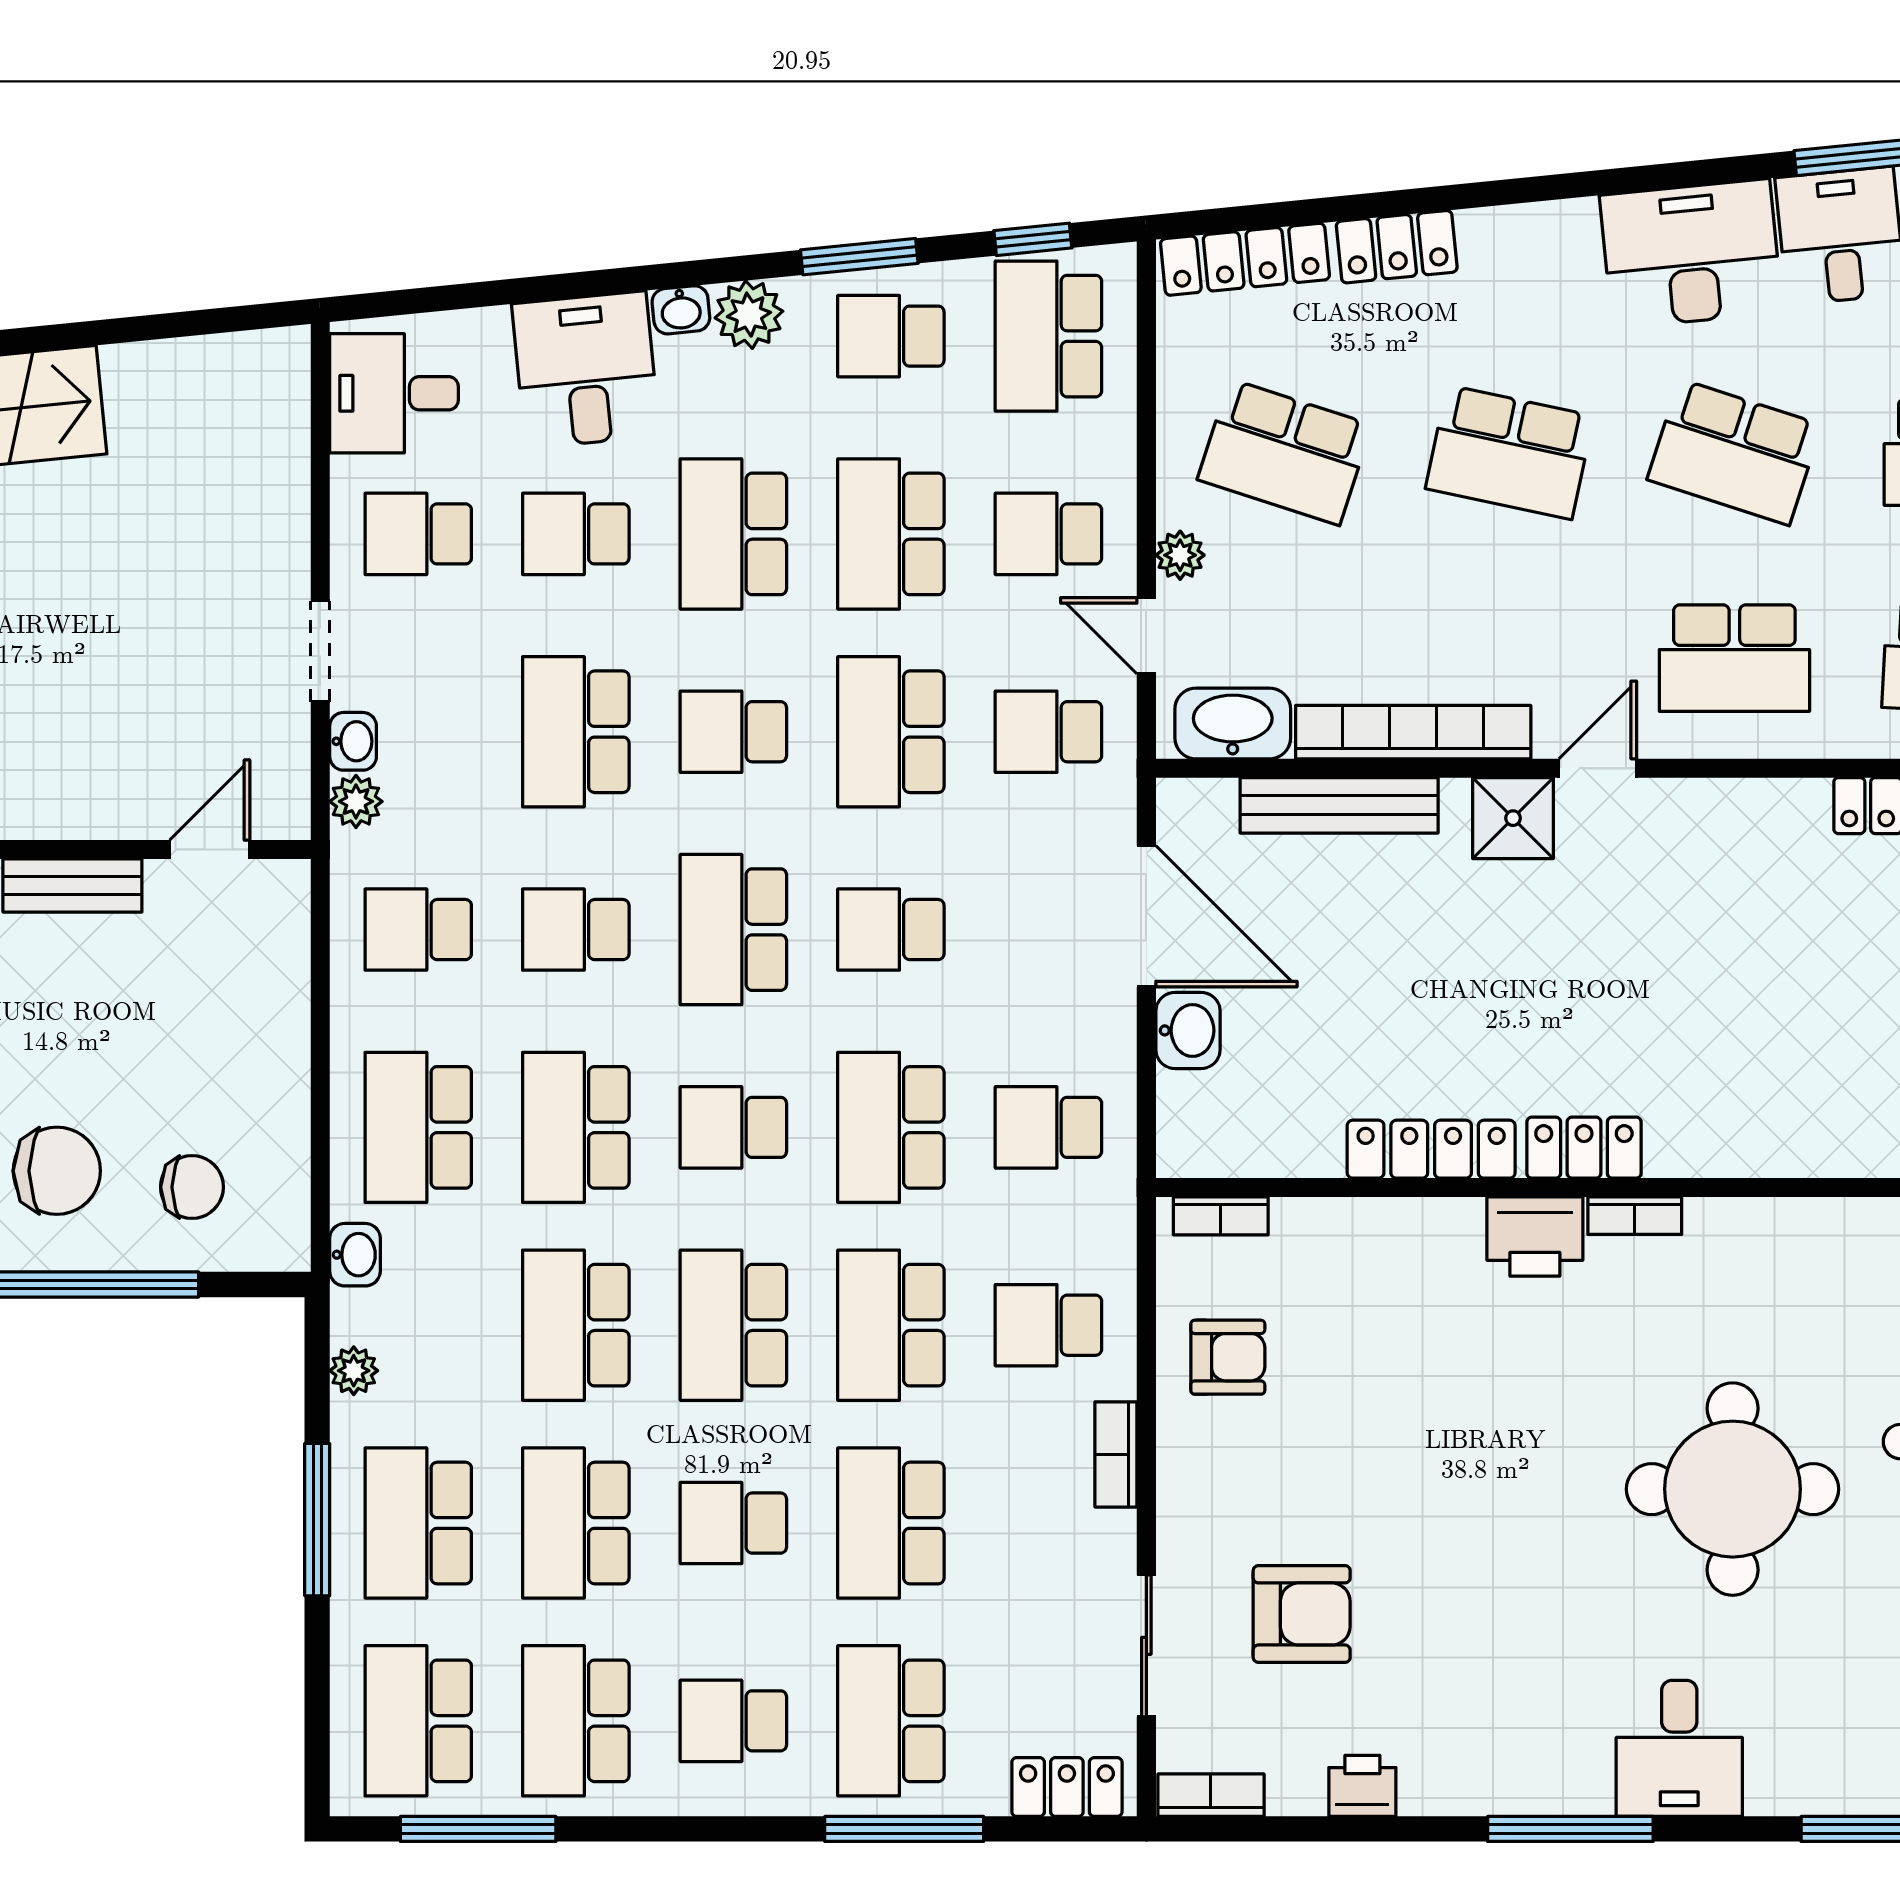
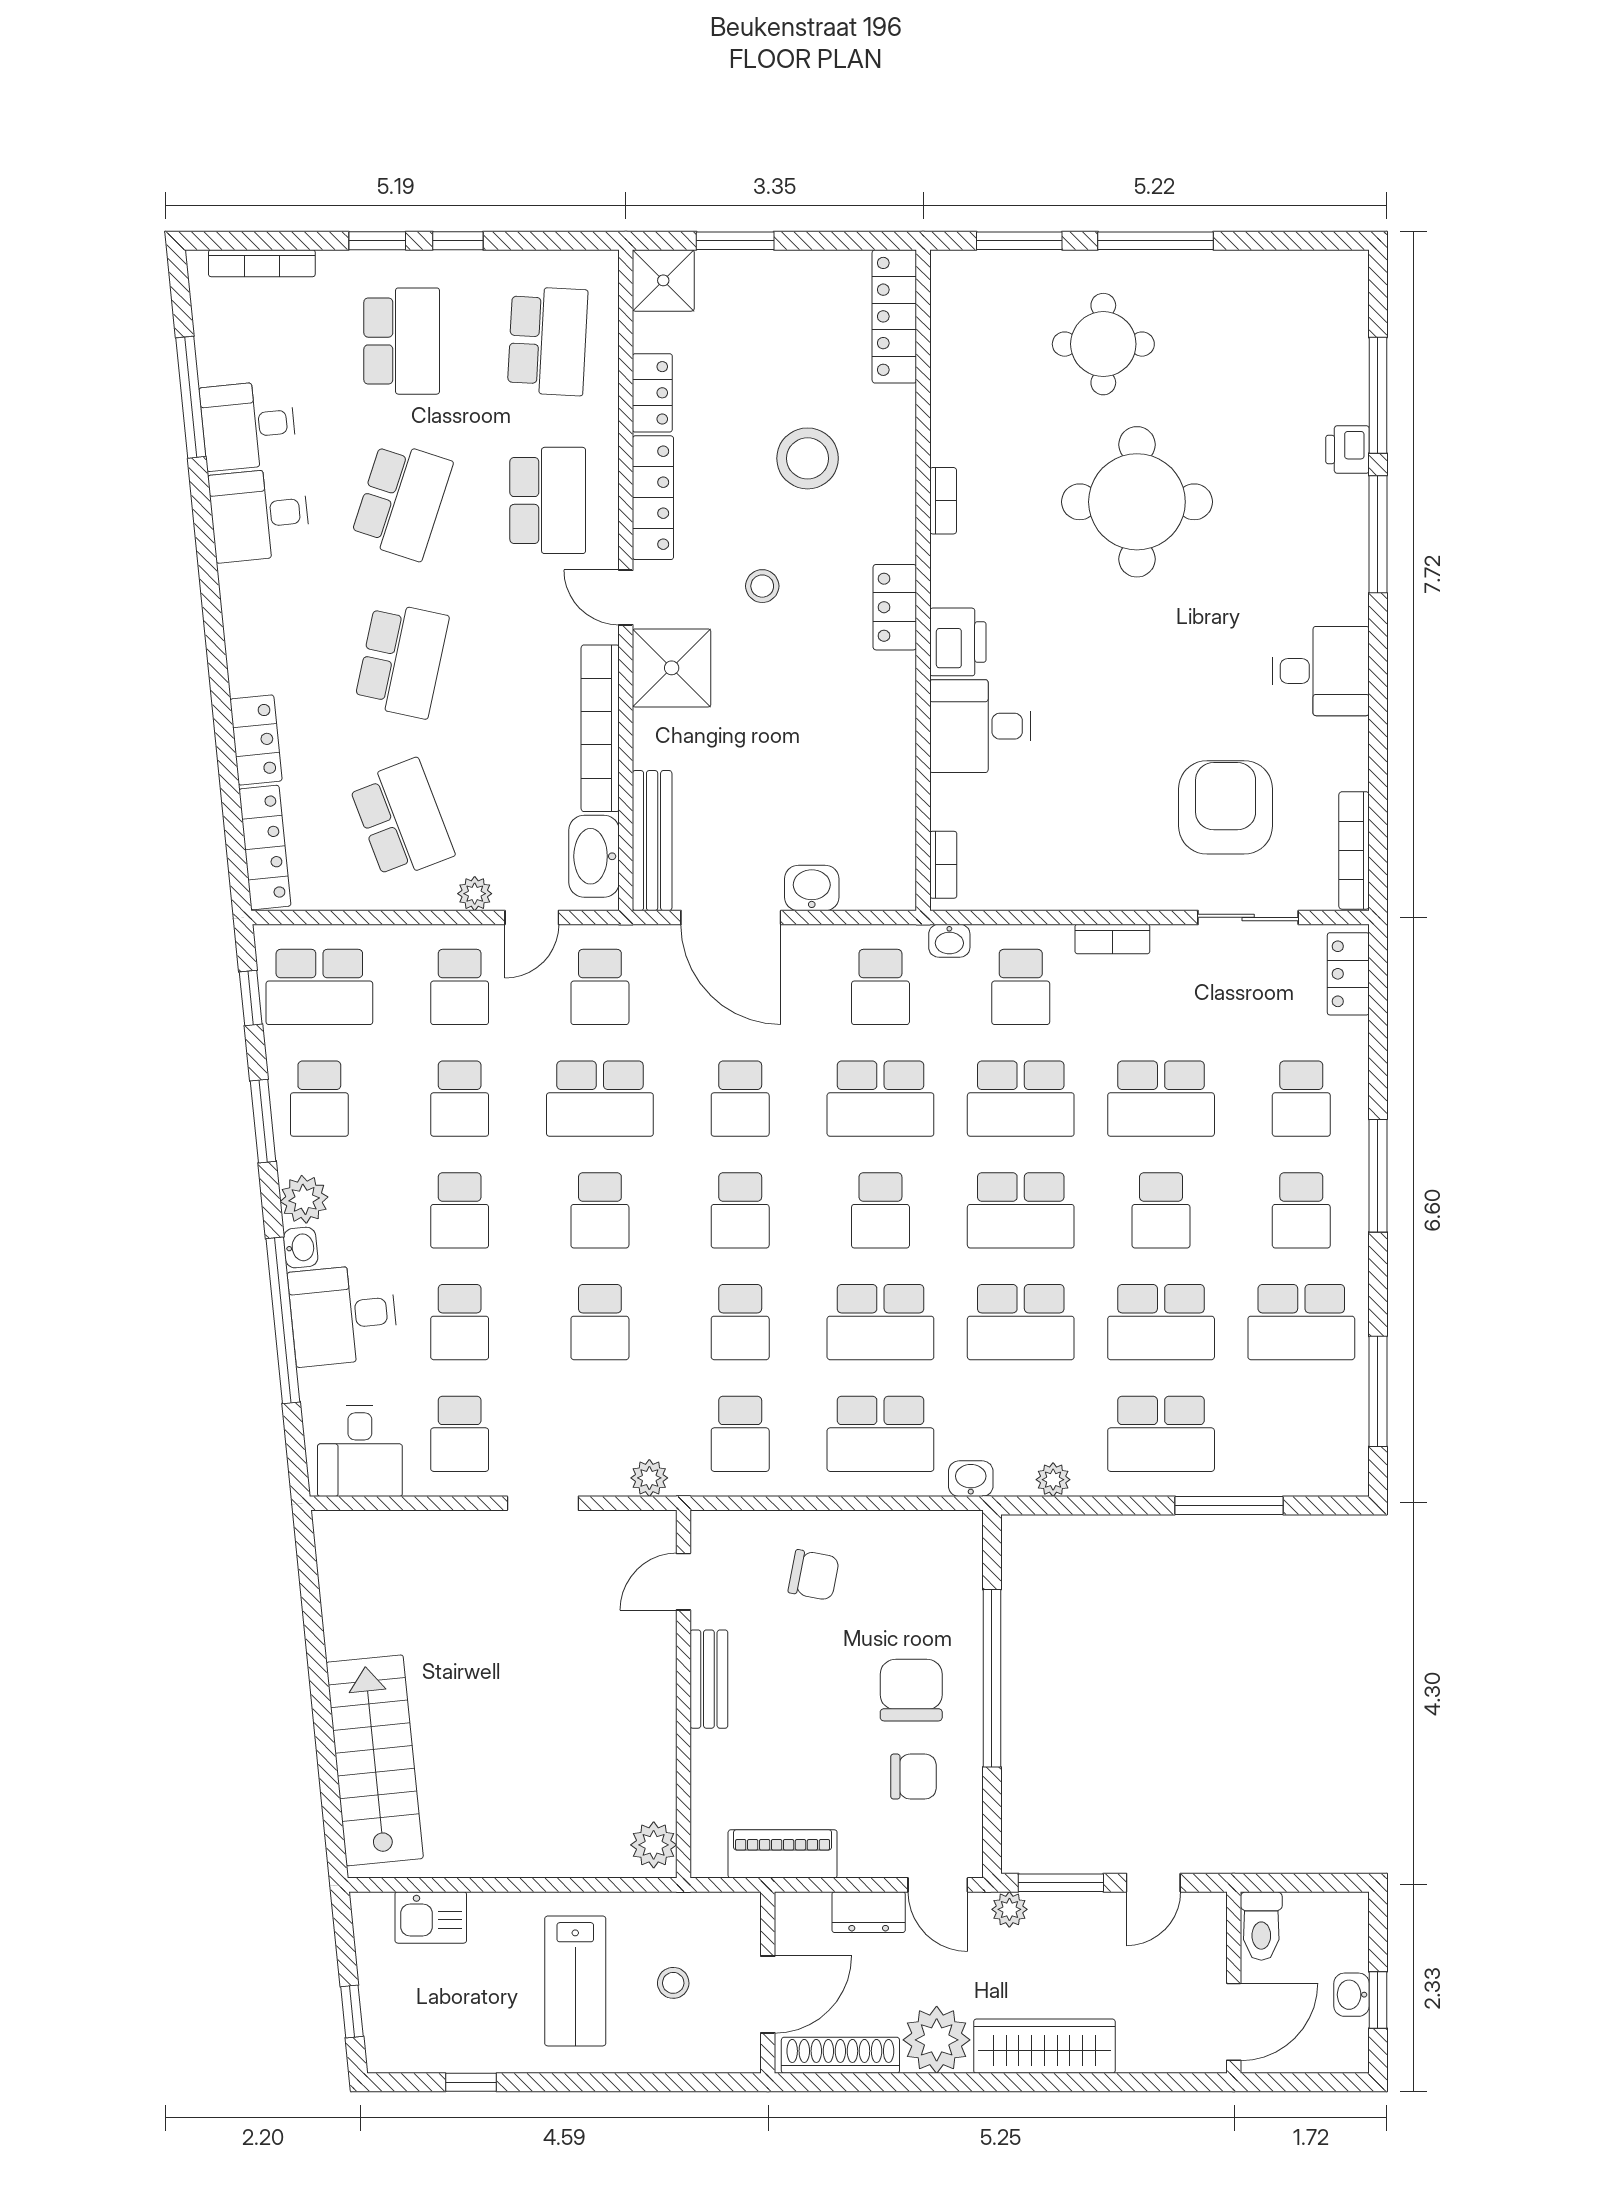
desk: (1691, 254) -> (259, 515), width x0.73
window: (578, 285) -> (283, 1320), added
school desk: (1285, 452) -> (402, 819), turned -39
school desk: (733, 534) -> (460, 1210), width x0.54
school desk: (891, 534) -> (460, 1099), width x0.54
school desk: (576, 732) -> (600, 1322), width x0.54
washbasin: (353, 741) -> (949, 941), moved, turned 180
bench: (1339, 805) -> (652, 841), moved
shower: (1513, 818) -> (672, 668), width x1.36, depth x1.36
door: (210, 850) -> (683, 1582), hinge flipped
door: (1146, 916) -> (731, 917), swing flipped
school desk: (733, 930) -> (740, 1210), width x0.54
stool: (1614, 961) -> (762, 586), added
stool: (1794, 1024) -> (808, 458), added
locker: (1431, 1149) -> (653, 498), moved, turned 180
chair: (192, 1187) -> (814, 1575), moved, turned 101
bookcase: (1635, 1216) -> (943, 501), moved
desk: (1416, 1268) -> (980, 726), added
armchair: (1228, 1357) -> (1043, 860), removed
window: (317, 1520) -> (1229, 1505), moved
armchair: (1302, 1614) -> (1226, 807), width x1.36, depth x1.36
school desk: (418, 1721) -> (1301, 1434), removed
school desk: (891, 1721) -> (1301, 1099), width x0.54
desk: (1679, 1748) -> (1321, 671), moved
printer: (1362, 1786) -> (1347, 450), moved
bookcase: (1211, 1795) -> (1354, 850), width x1.56
window: (904, 1829) -> (1378, 1176), moved
window: (1570, 1829) -> (1378, 534), moved

